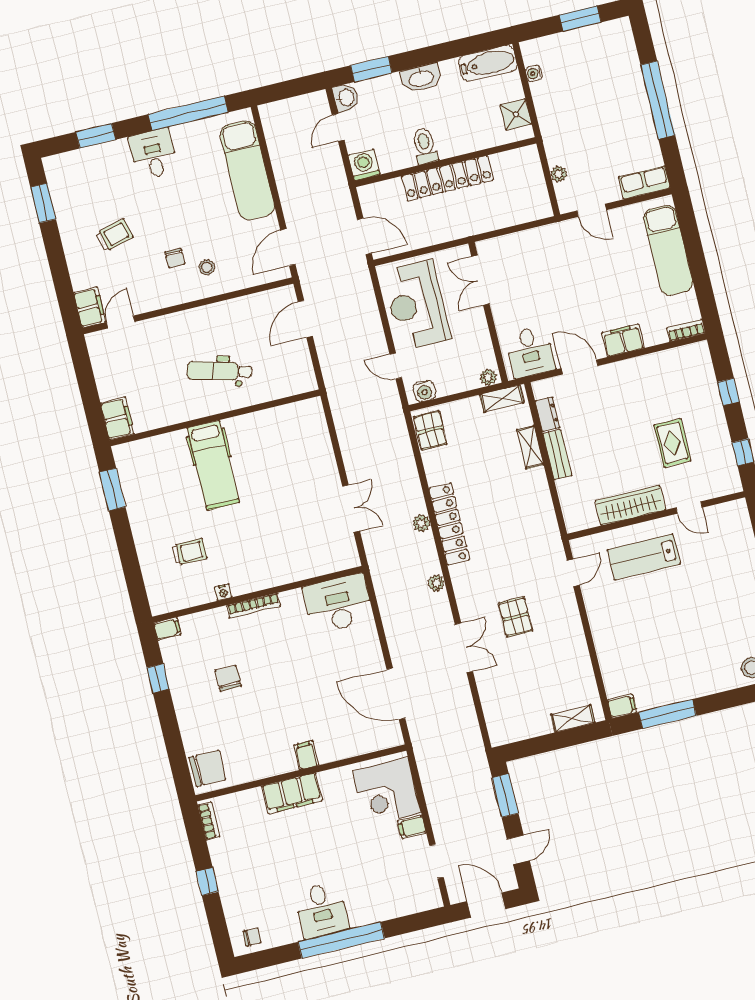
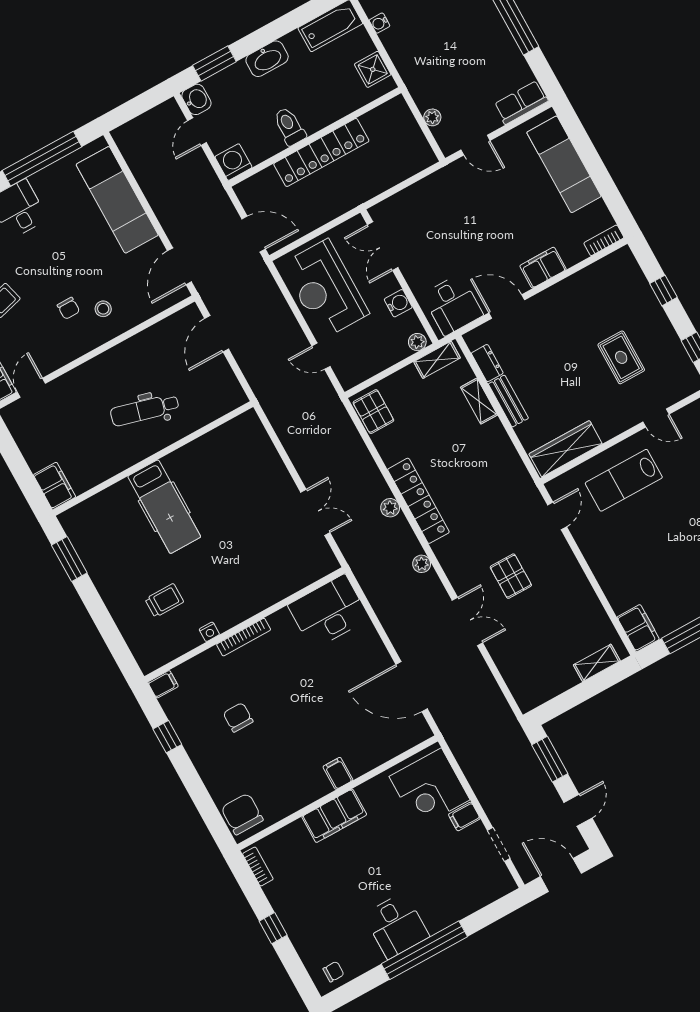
water cooler: (424, 391) -> (398, 303), moved, turned -90
wardrobe: (630, 505) -> (566, 449), moved
filing cabinet: (622, 706) -> (638, 628), width x2.00
chair: (207, 768) -> (242, 814), turned -90

